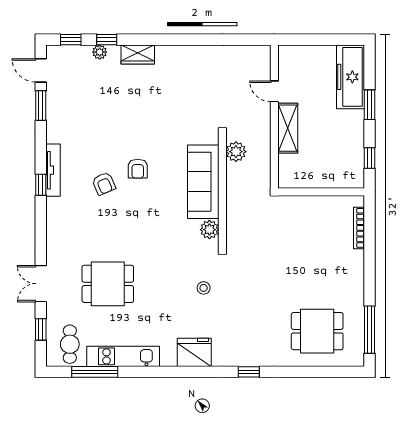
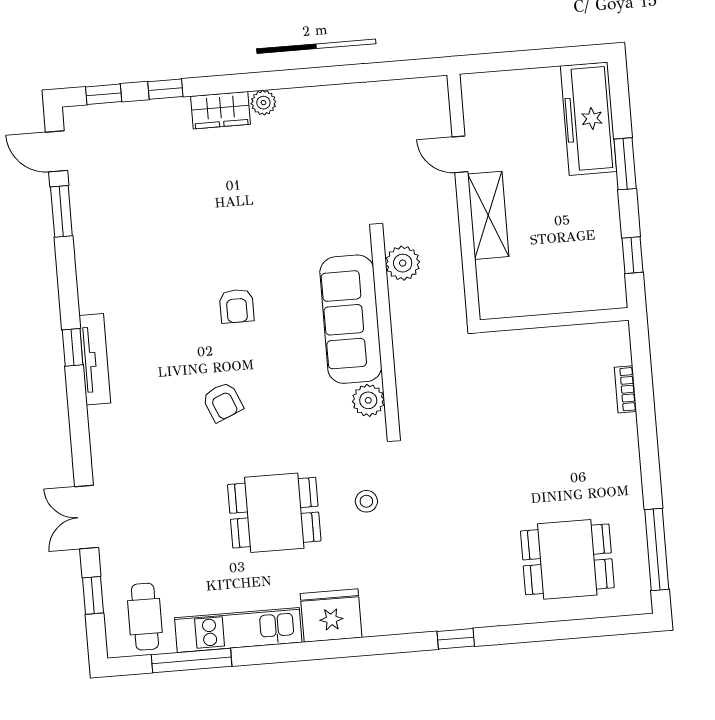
plant: (100, 52) -> (263, 103), moved
tv unit: (53, 170) -> (95, 359), moved
armchair: (104, 184) -> (223, 402), moved
bookcase: (359, 228) -> (625, 389), width x0.64
dining table: (108, 284) -> (274, 513), moved
fridge: (194, 352) -> (331, 615), moved

